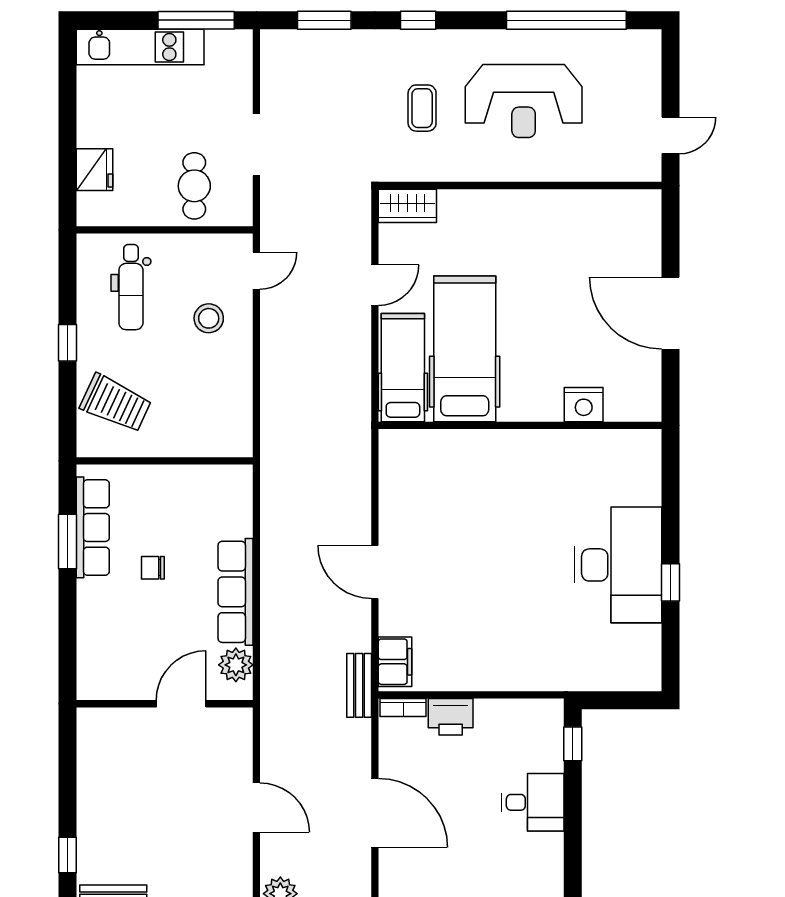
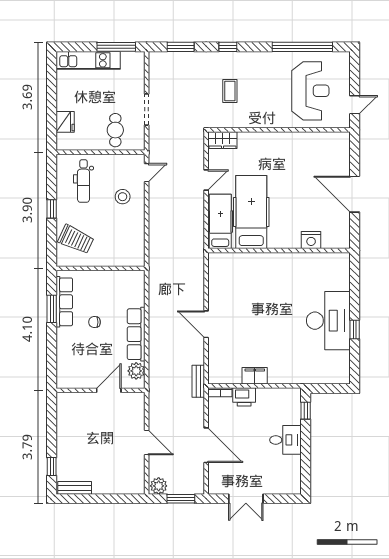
reception desk: (524, 101) -> (310, 91), moved, turned -90
filing cabinet: (395, 662) -> (255, 376), moved, turned -90

